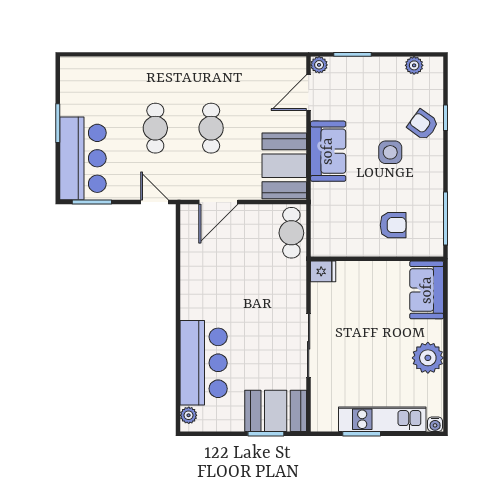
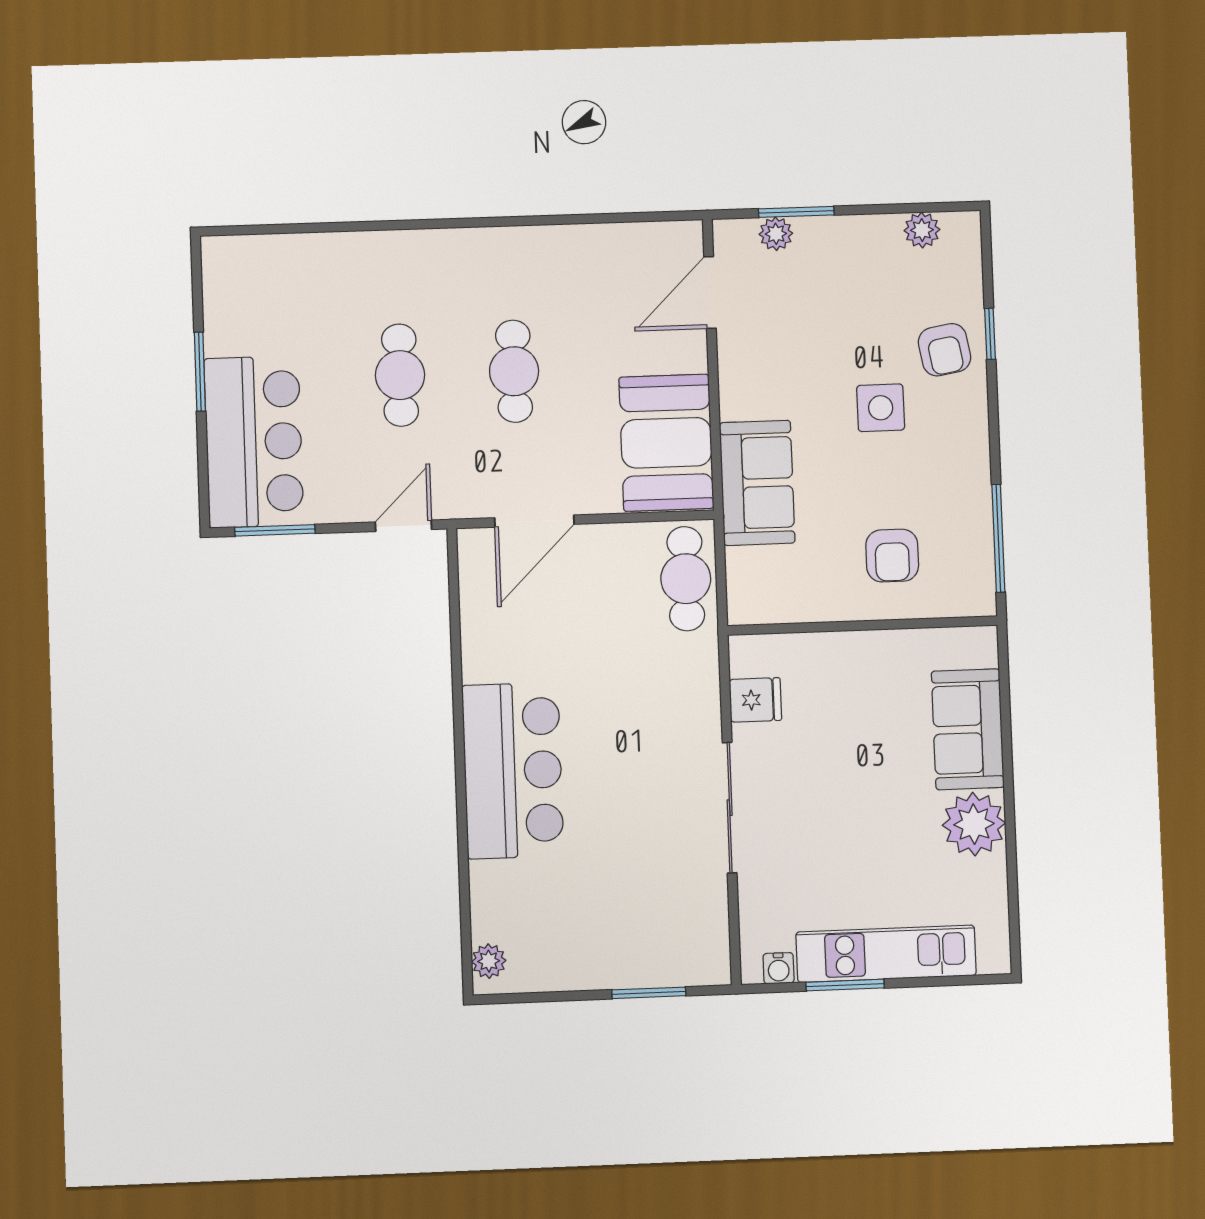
plant: (319, 65) -> (776, 234), moved
armchair: (423, 125) -> (945, 350), turned -136
sofa: (328, 151) -> (757, 483), moved
door: (154, 202) -> (403, 526), hinge flipped
armchair: (393, 225) -> (892, 556), turned 90
fridge: (323, 271) -> (755, 700), moved
sofa: (427, 290) -> (968, 729), moved
bar counter: (204, 363) -> (513, 770), moved
booth: (276, 411) -> (667, 945), removed
water cooler: (435, 424) -> (779, 968), moved

